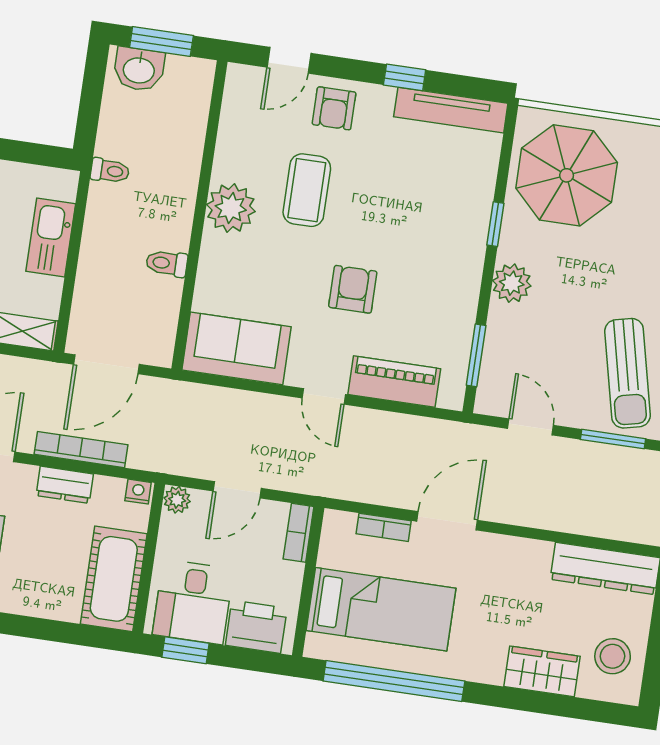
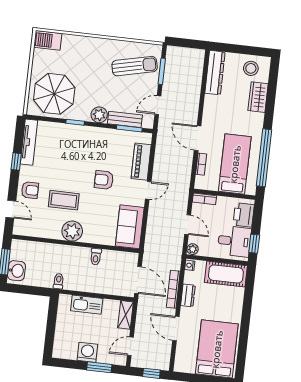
bench: (499, 345) -> (125, 119), added

